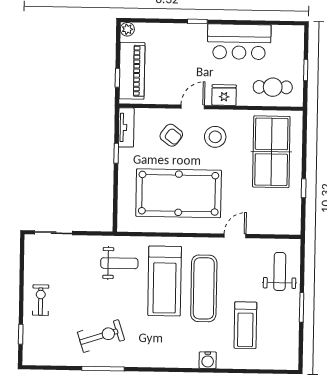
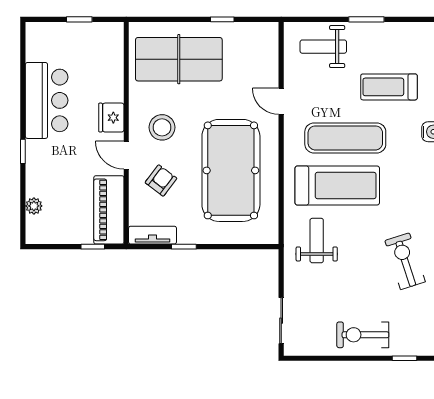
plant: (127, 29) -> (34, 206), moved
piano: (132, 71) -> (109, 210), moved, turned -90
cafe table: (273, 87) -> (101, 59), removed
exercise bike: (41, 300) -> (363, 335), width x1.38, depth x1.39
treadmill: (245, 325) -> (389, 87), turned 180

